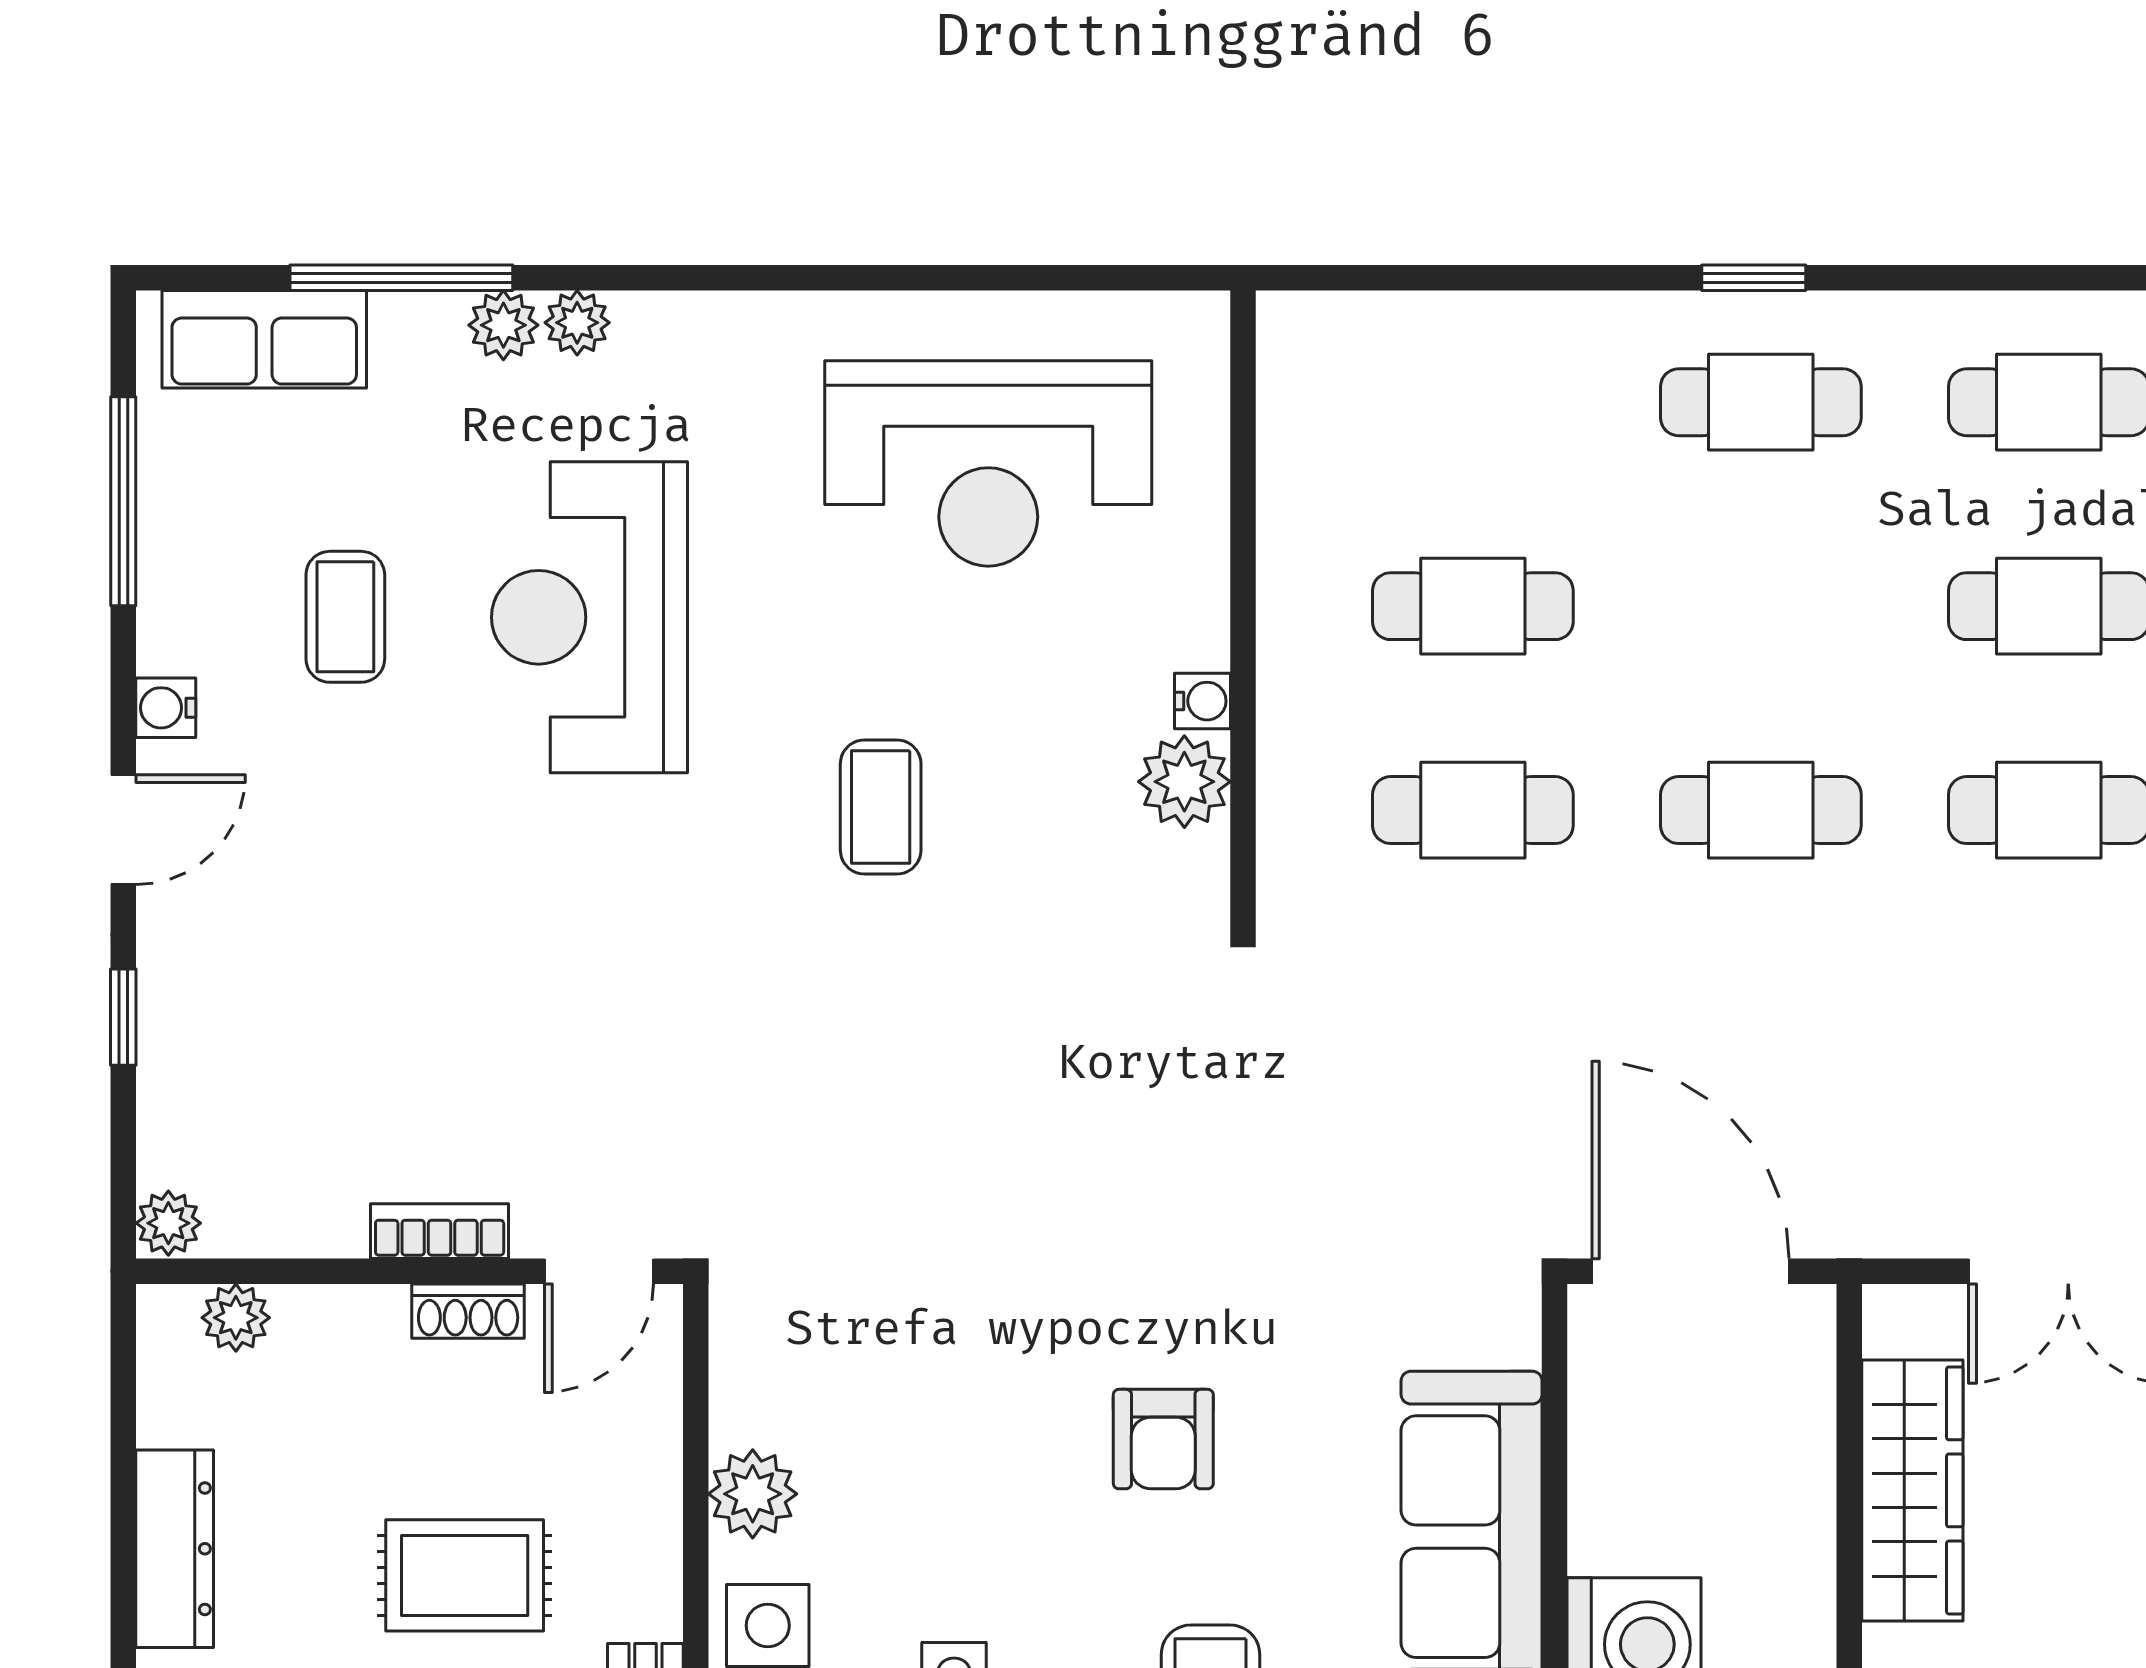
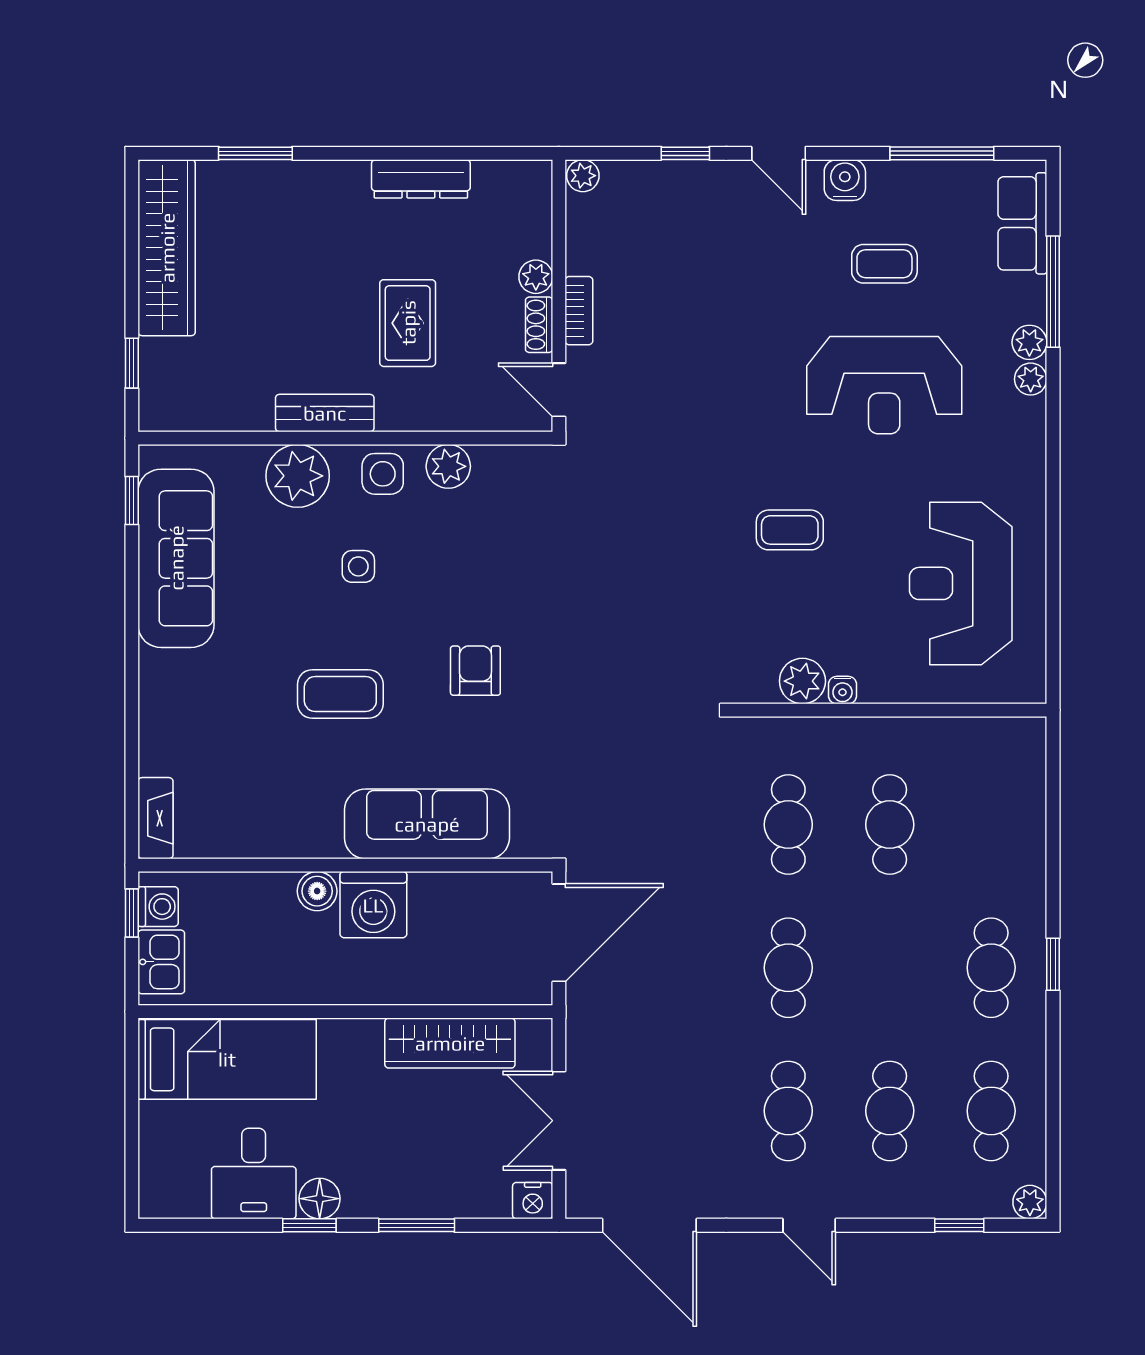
reception desk: (590, 617) -> (884, 385), turned 180
water cooler: (166, 708) -> (845, 180), width x1.38, depth x1.38
plant: (236, 1318) -> (536, 277), moved
armchair: (1163, 1439) -> (475, 671), turned 90

